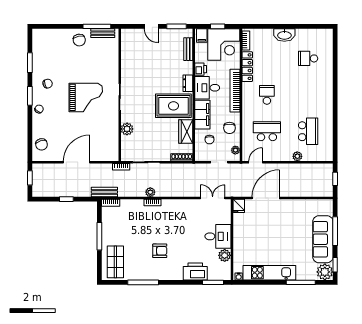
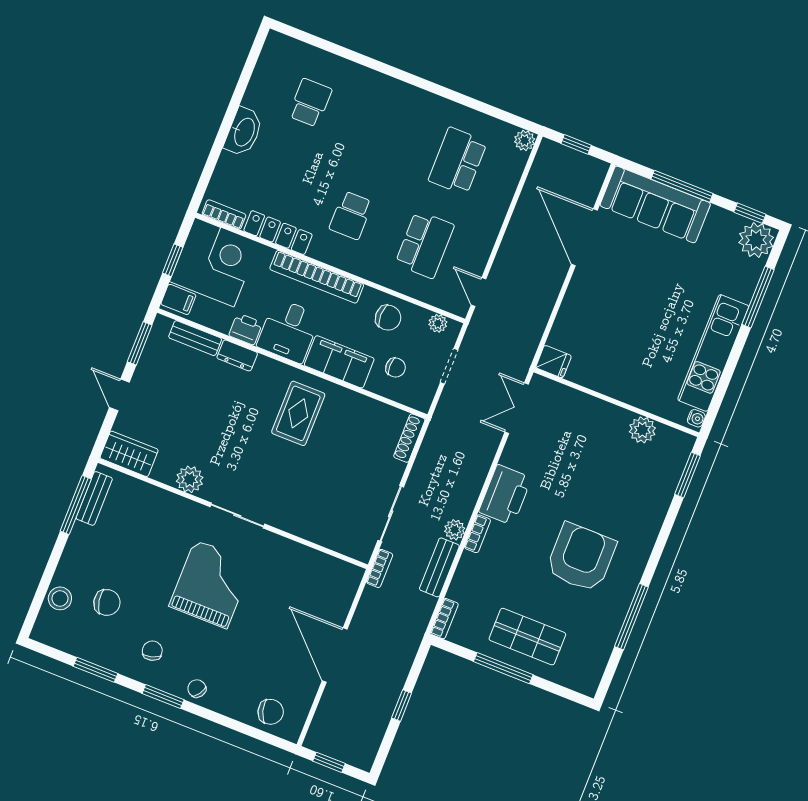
door: (151, 26) -> (119, 395), swing flipped
stool: (54, 35) -> (60, 598), added
chair: (79, 40) -> (107, 602), moved
school desk: (308, 58) -> (310, 103), turned 180
dresser: (188, 83) -> (237, 355), moved
school desk: (267, 95) -> (351, 215), turned -90
rug: (173, 106) -> (298, 413), width x0.73, depth x0.70
plant: (127, 129) -> (190, 479), moved
wardrobe: (186, 131) -> (129, 454), moved, turned 180
school desk: (267, 131) -> (425, 245), turned 180
school desk: (308, 131) -> (458, 161), turned -90
plant: (297, 156) -> (525, 140), moved
bench: (104, 192) -> (439, 567), moved
door: (266, 198) -> (584, 237), moved
desk: (218, 236) -> (598, 428), removed
sofa: (323, 239) -> (655, 204), moved
armchair: (160, 251) -> (581, 557), width x1.88, depth x1.88
shop shelf: (115, 262) -> (527, 637), moved
printer: (195, 271) -> (505, 495), moved, turned 180

